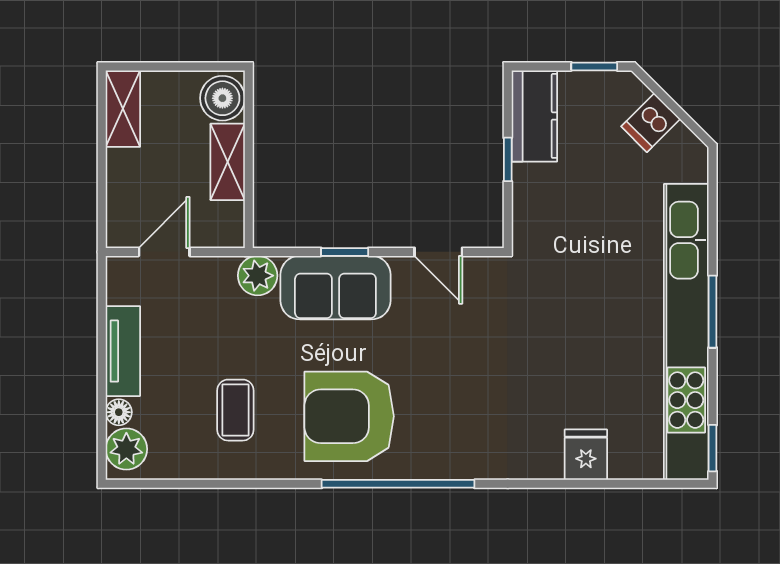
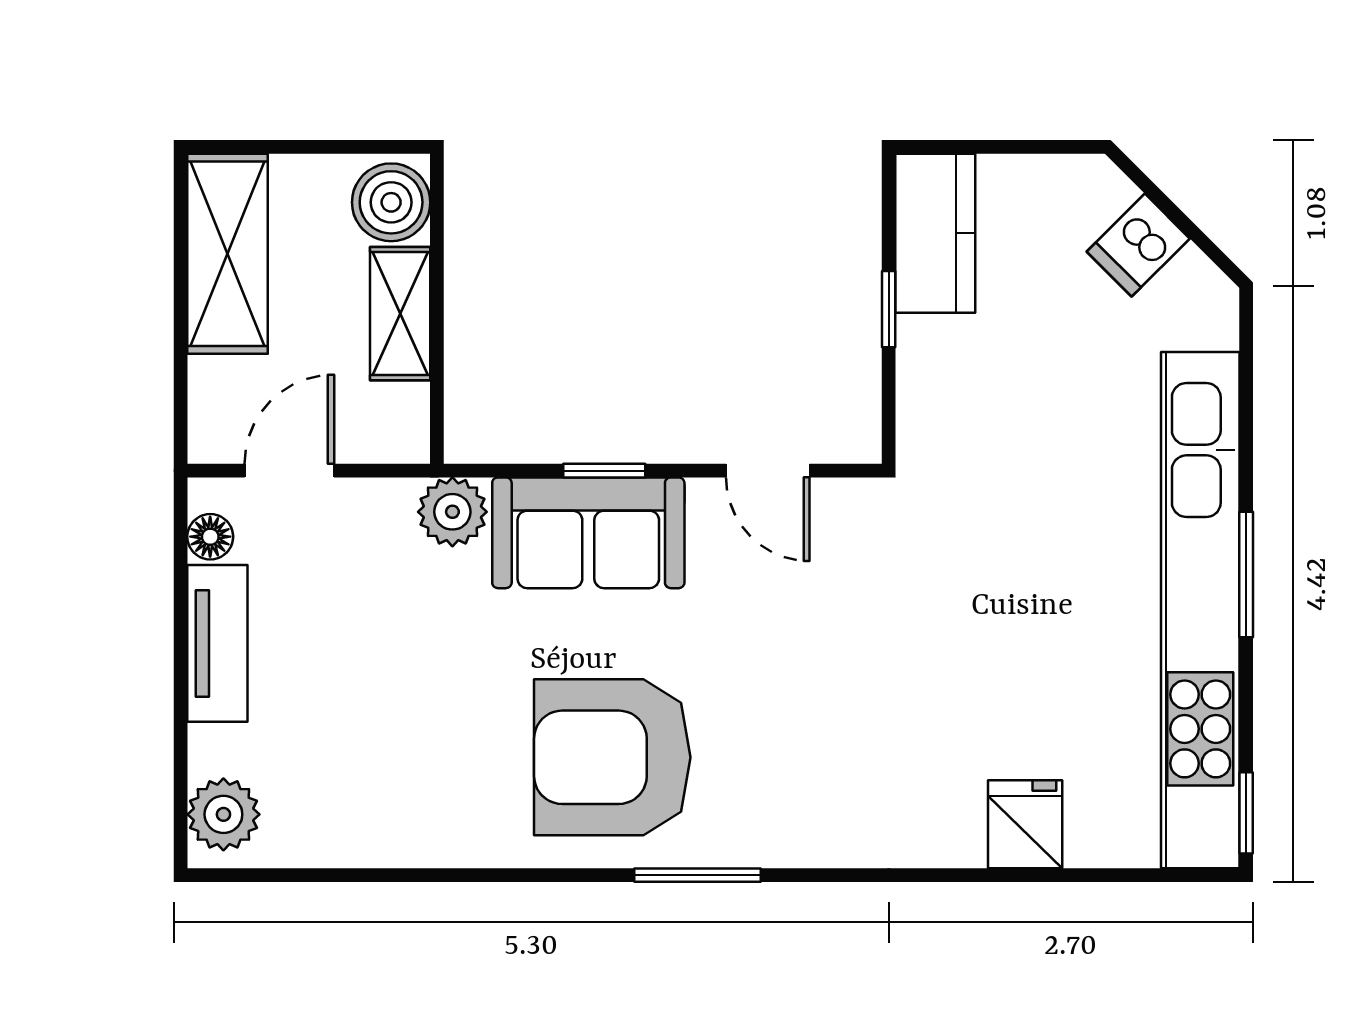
window: (594, 66) -> (1040, 147), removed
shelving: (123, 109) -> (227, 254), width x1.50, depth x1.33
coffee table: (235, 410) -> (414, 746), removed
floor lamp: (119, 412) -> (210, 537), moved
window: (398, 484) -> (698, 875), width x0.47

